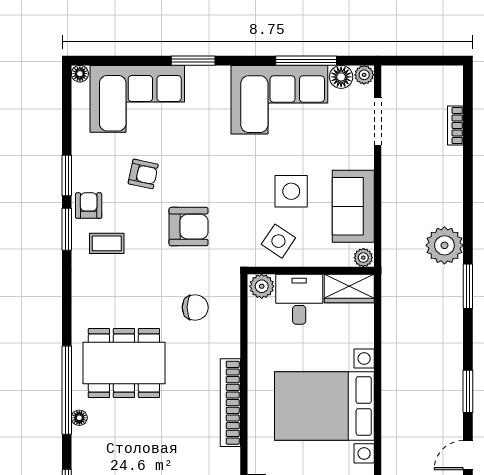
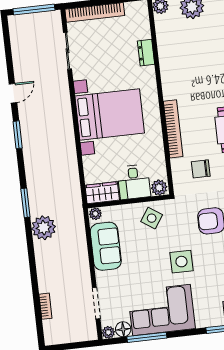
side table: (291, 191) -> (181, 262), moved
bookcase: (230, 403) -> (173, 129), moved

